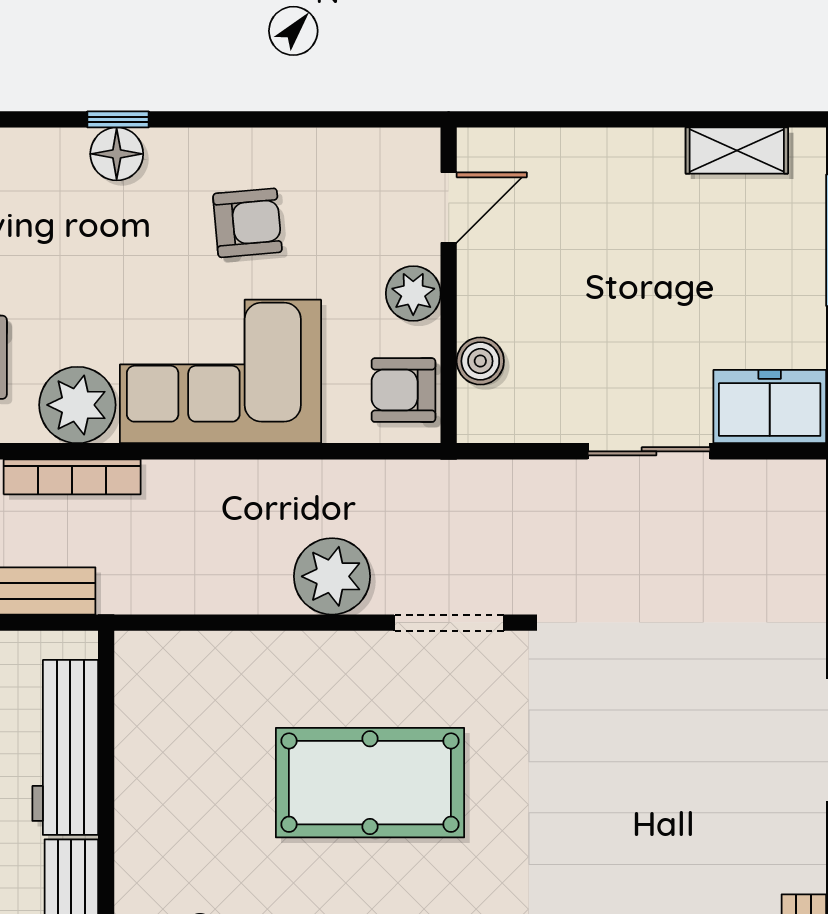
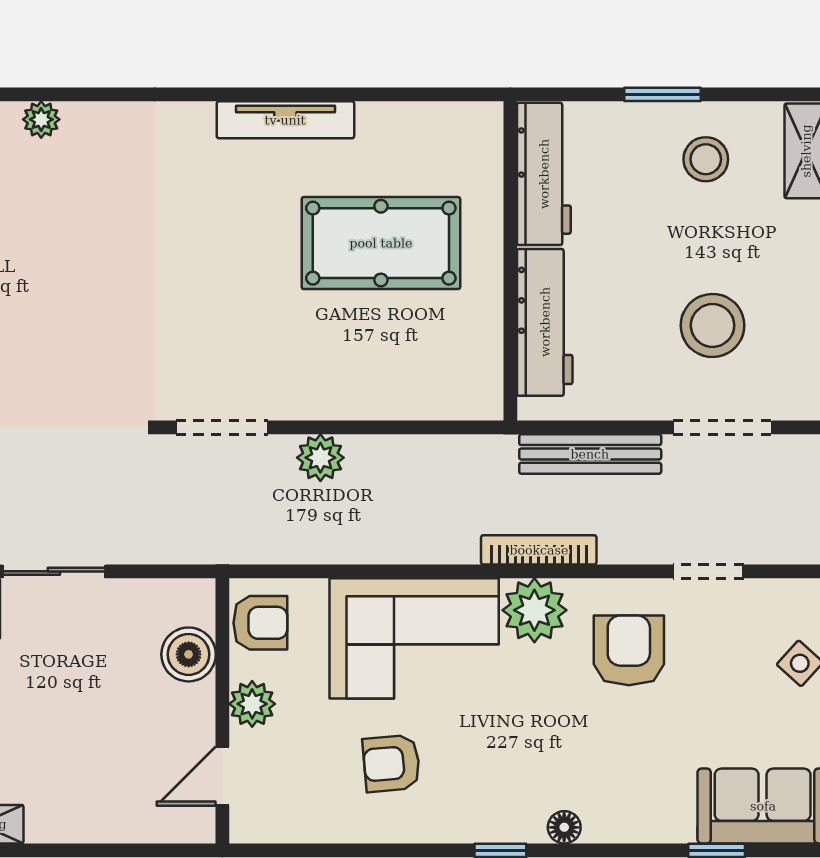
floor lamp: (117, 154) -> (564, 827), moved, width x0.73, depth x0.73
boiler: (480, 361) -> (189, 654), width x1.36, depth x1.36
plant: (332, 576) -> (320, 458), width x0.73, depth x0.73
pool table: (370, 783) -> (381, 243), moved

